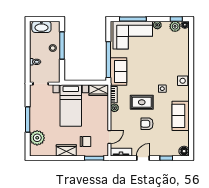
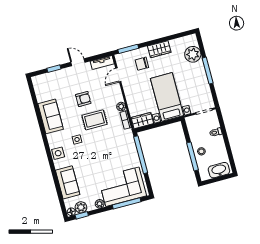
sofa: (119, 72) -> (68, 182), moved, turned 180
floor lamp: (184, 151) -> (37, 81), removed
door: (143, 158) -> (78, 62), swing flipped

